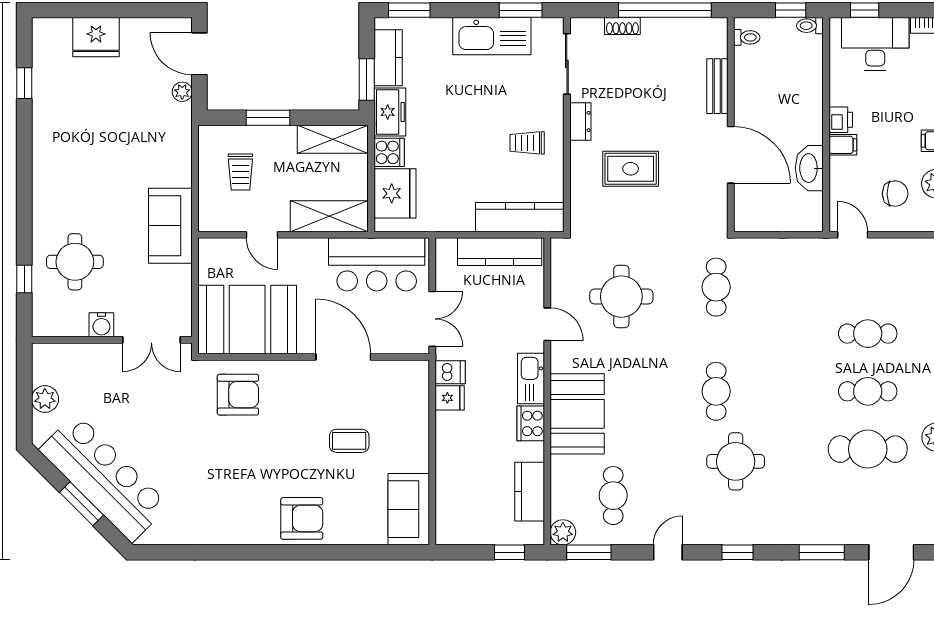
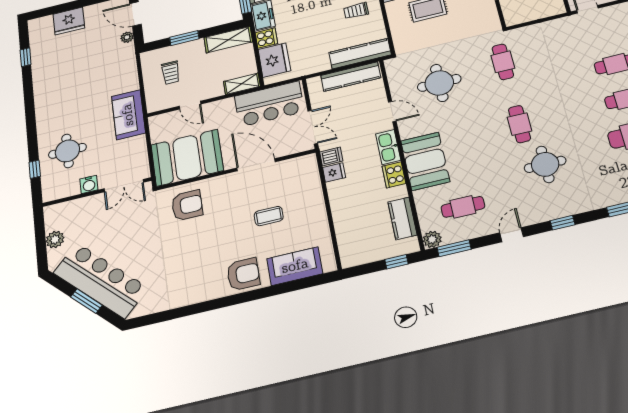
shelving: (329, 216) -> (242, 84), width x0.67, depth x0.75
cafe table: (613, 496) -> (463, 207), turned 90
sofa: (409, 509) -> (295, 266), moved, turned 90

